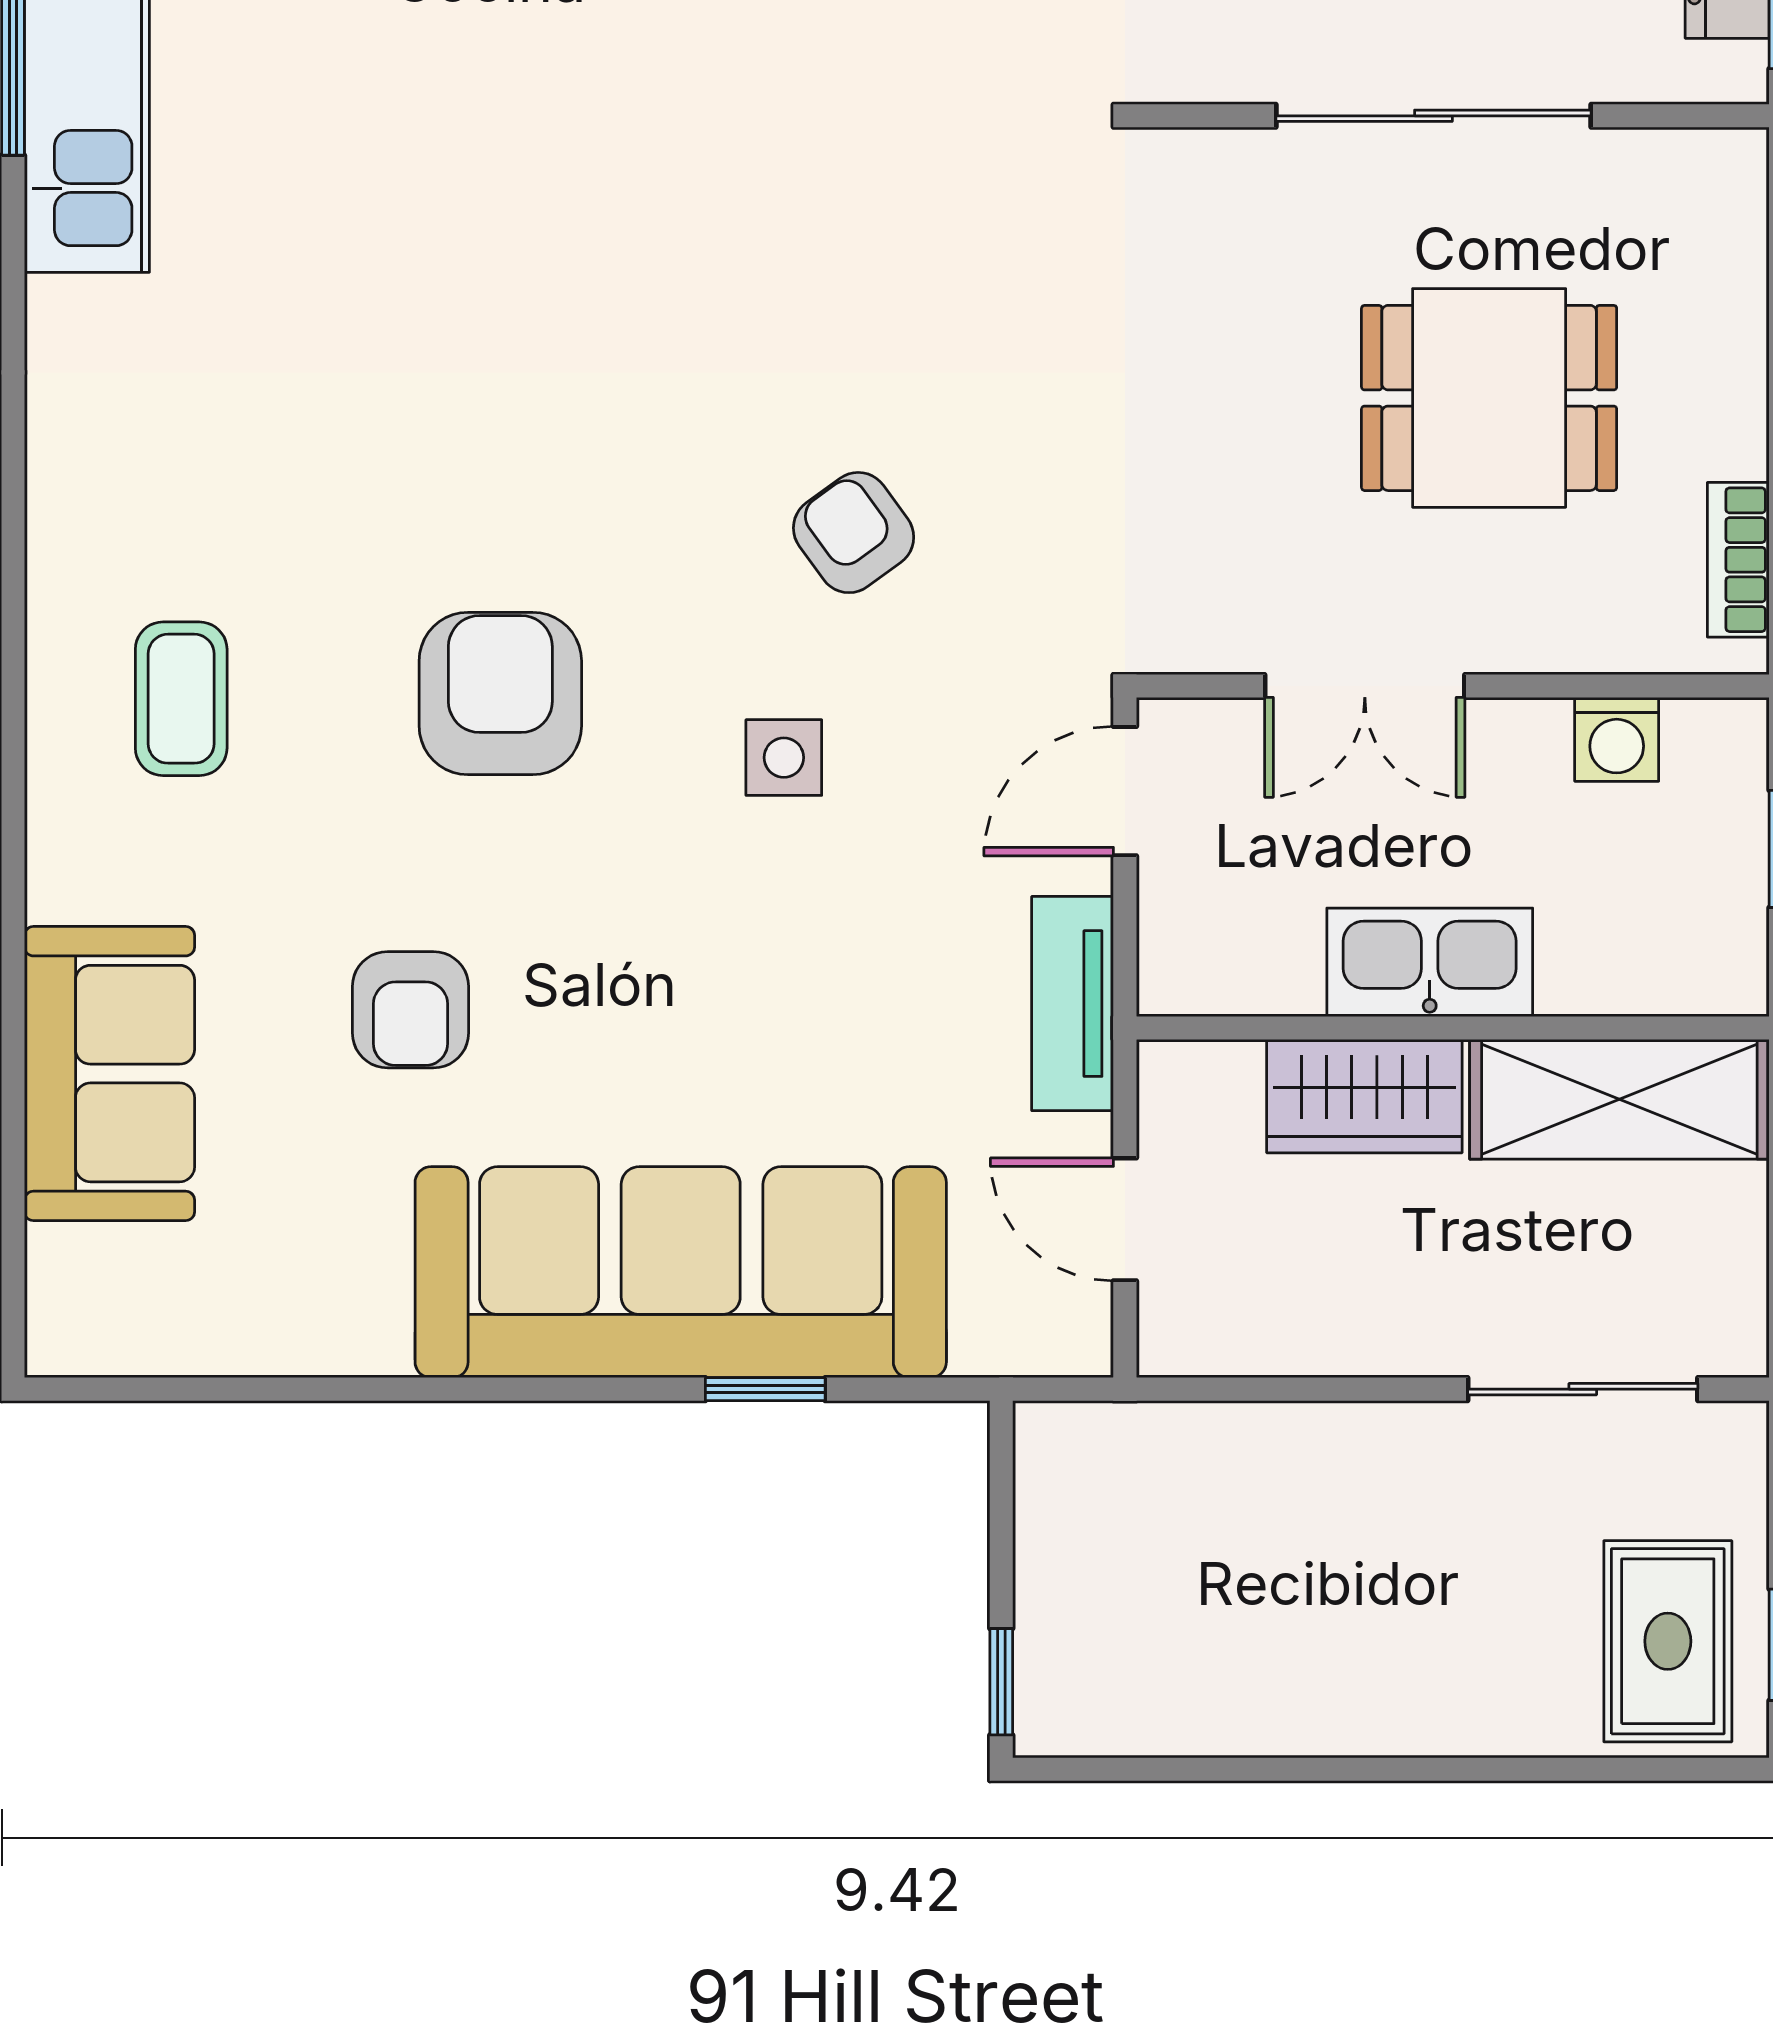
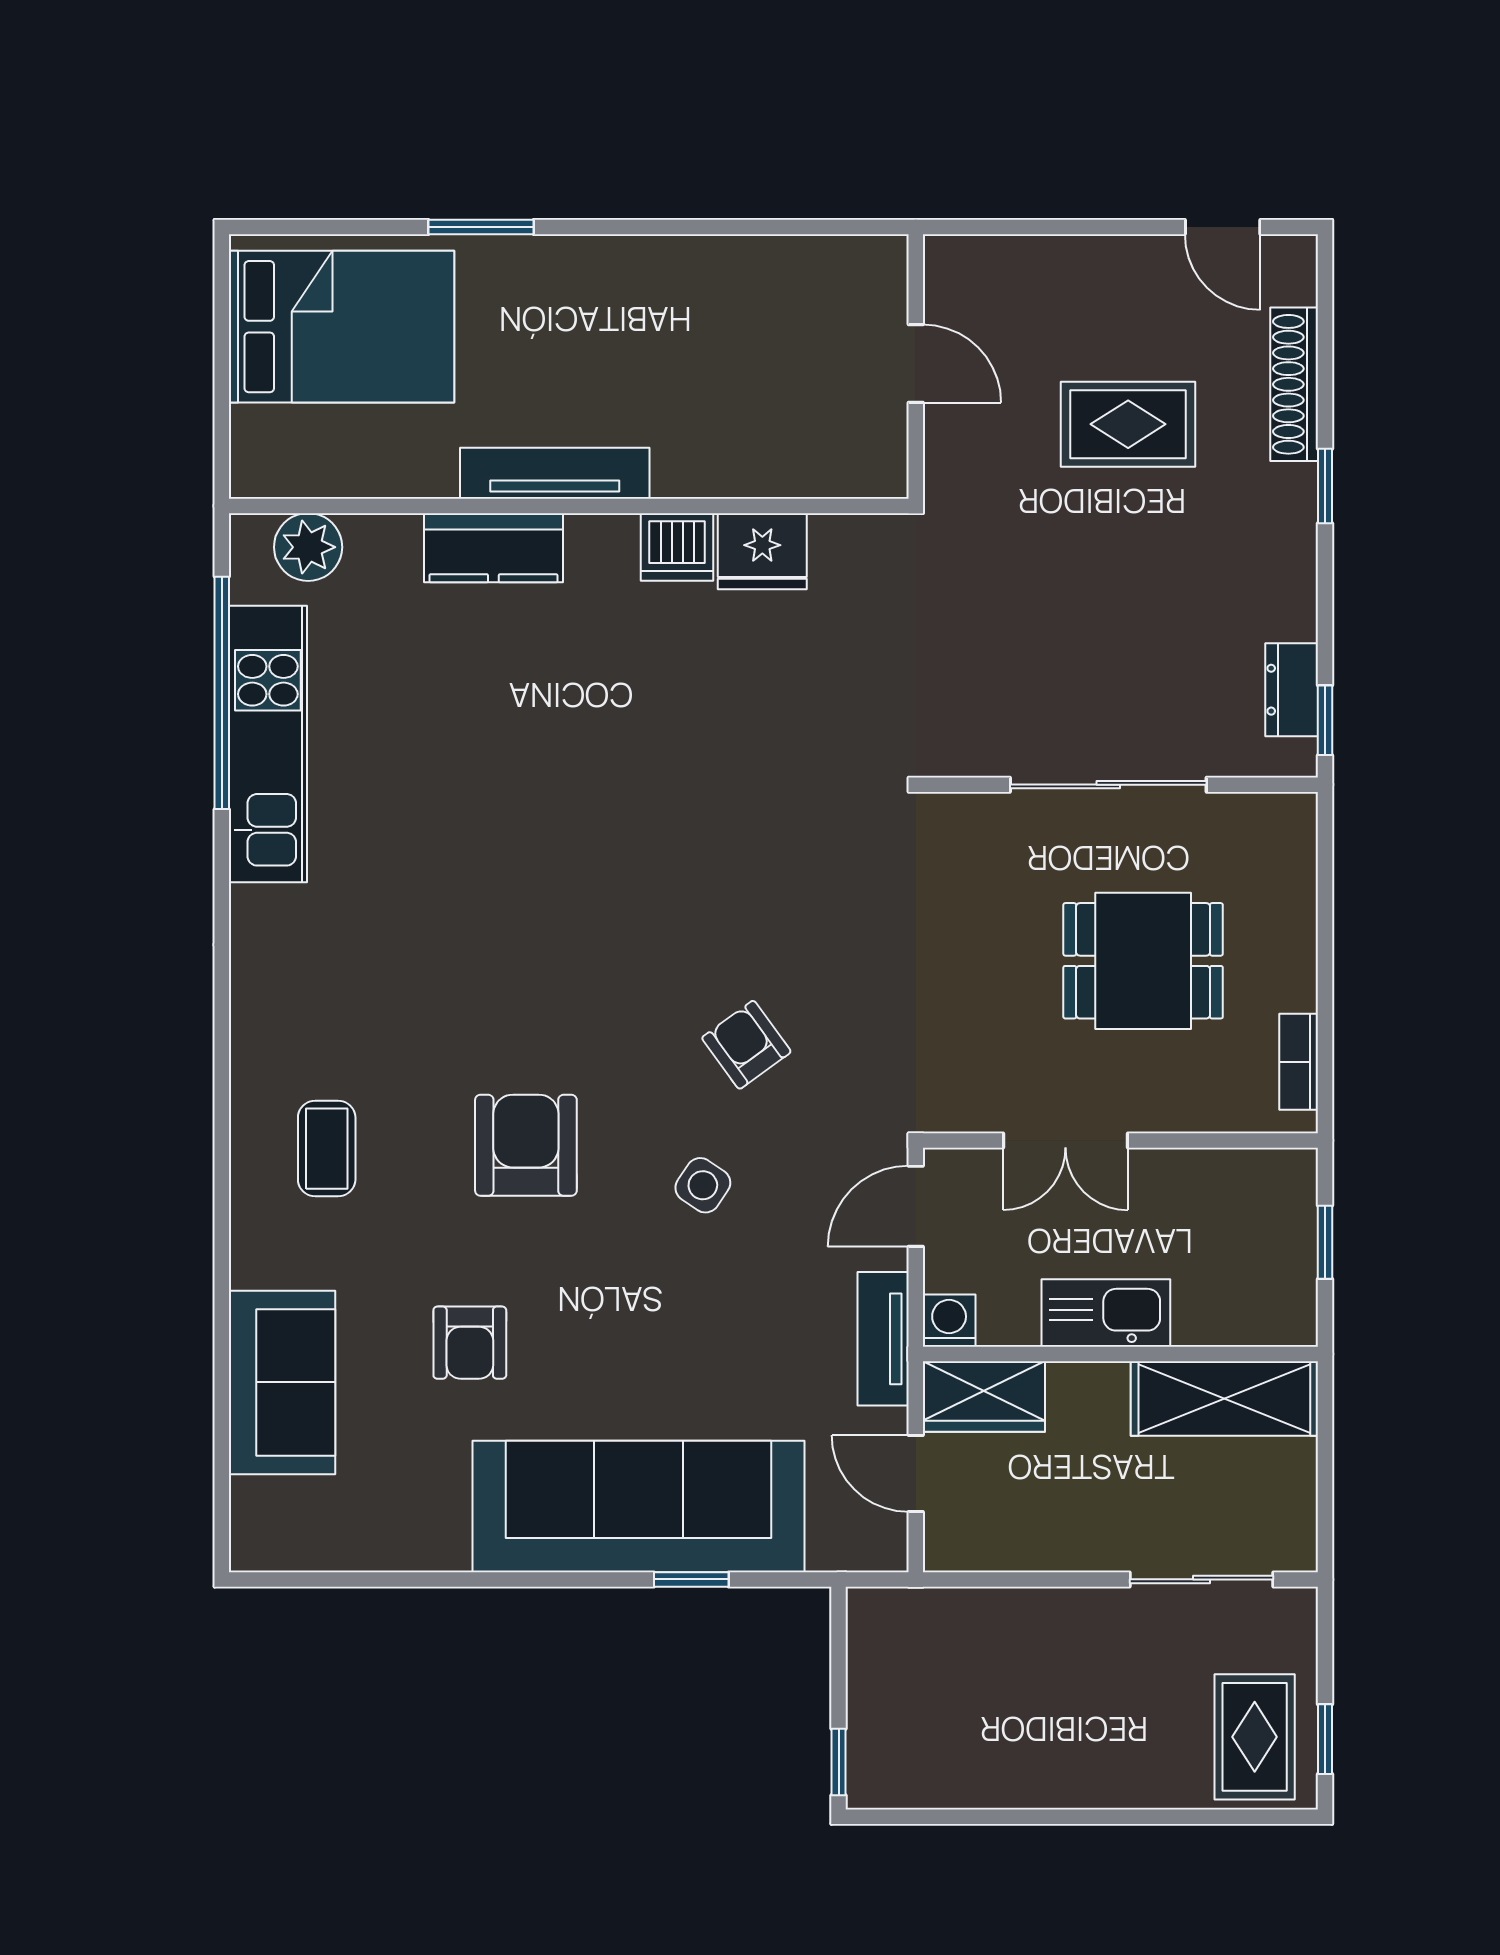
washing machine: (1617, 739) -> (949, 1321), moved, turned 180
side table: (784, 758) -> (703, 1185), turned 34
wardrobe: (1364, 1096) -> (984, 1397), moved

